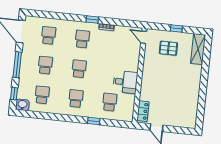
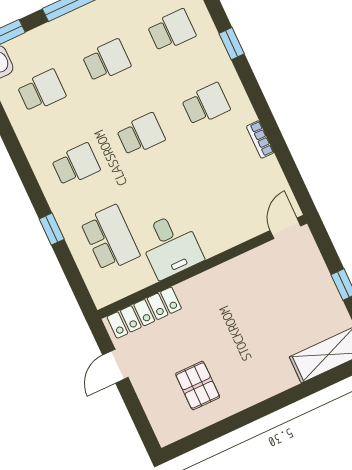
window: (92, 20) -> (232, 44), moved
pallet: (168, 48) -> (198, 385), moved
school desk: (110, 102) -> (110, 238), width x1.85
locker: (143, 111) -> (144, 313), width x1.53

